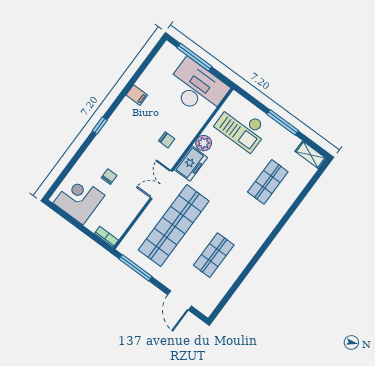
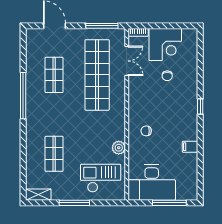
freezer: (191, 164) -> (117, 127), removed
double door: (161, 185) -> (127, 61), moved
corner desk: (79, 199) -> (165, 45), moved
window: (257, 257) -> (23, 96), added

